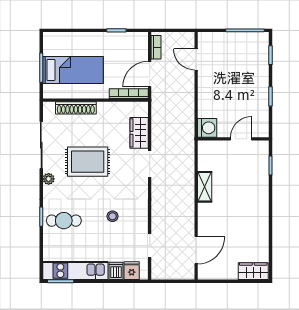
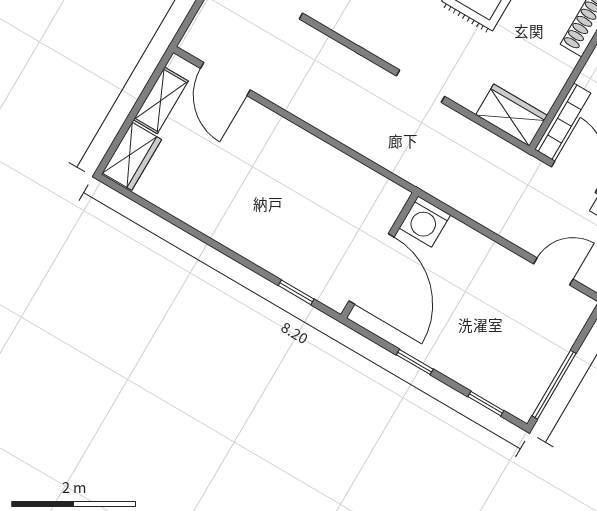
wardrobe: (139, 133) -> (512, 115), moved
door: (241, 139) -> (372, 269), width x1.87
shelving: (205, 187) -> (161, 100), moved, turned 90

